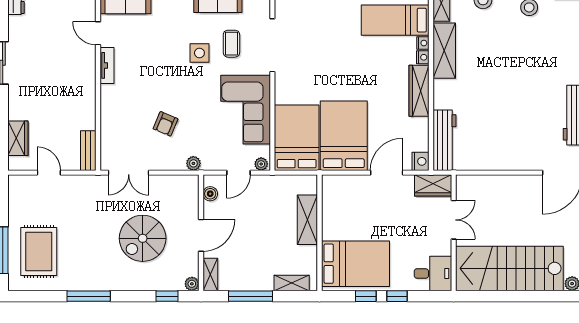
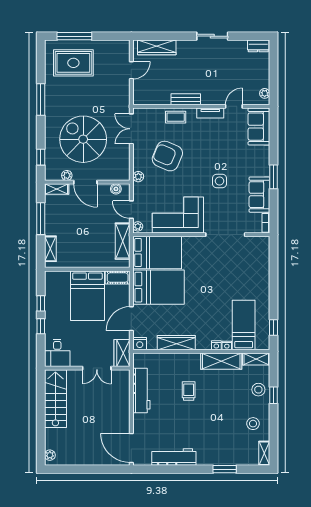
coffee table: (231, 44) -> (176, 117), moved
wardrobe: (419, 91) -> (176, 343), moved
trolley: (485, 95) -> (189, 391), added
armchair: (166, 124) -> (167, 156), width x1.88, depth x1.88
wardrobe: (18, 138) -> (157, 47), width x1.50
workbench: (444, 140) -> (141, 390), moved, turned -90
bench: (88, 151) -> (186, 99), moved
door: (387, 173) -> (131, 319), swing flipped
cot: (331, 191) -> (118, 278), added
shelving: (307, 220) -> (123, 241), moved, turned 90
spiral stairs: (143, 238) -> (83, 139), width x1.37, depth x1.37
bed: (355, 264) -> (87, 296), moved
stairs: (509, 268) -> (55, 399), width x0.73, depth x0.66
plant: (192, 284) -> (67, 175), moved

